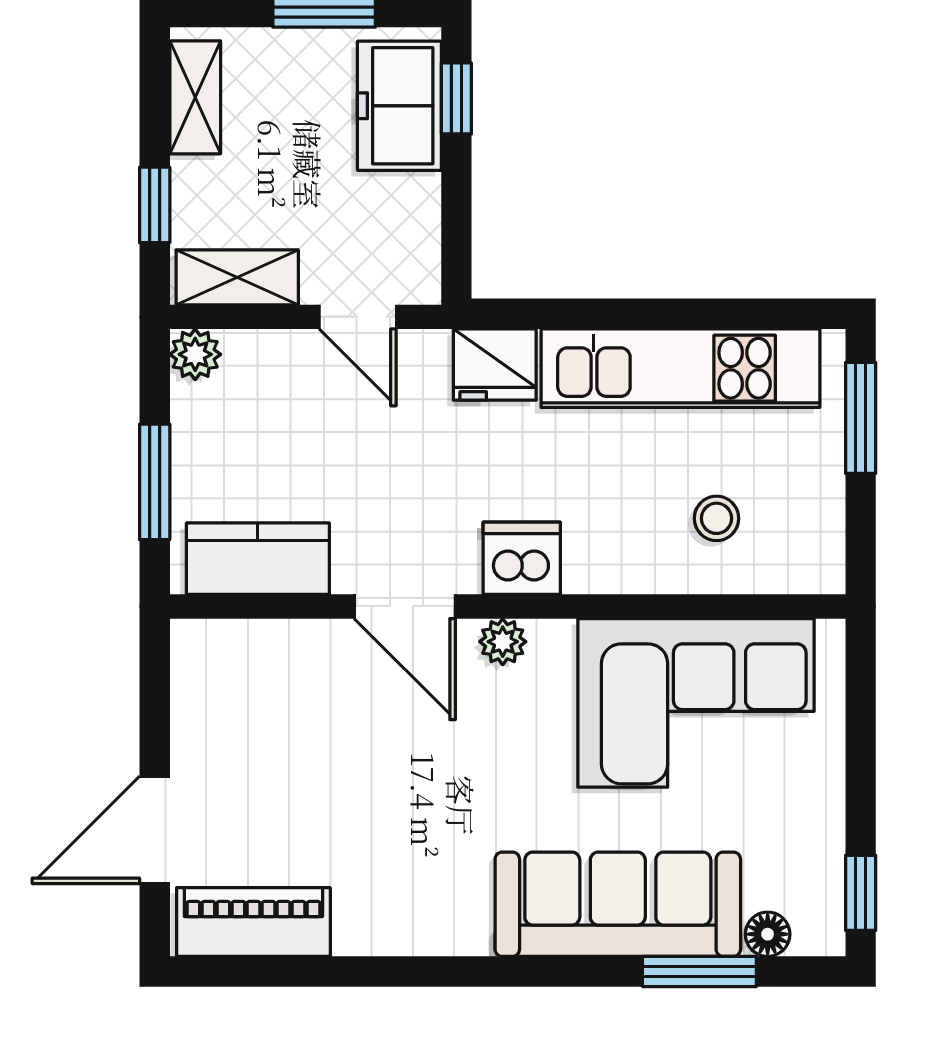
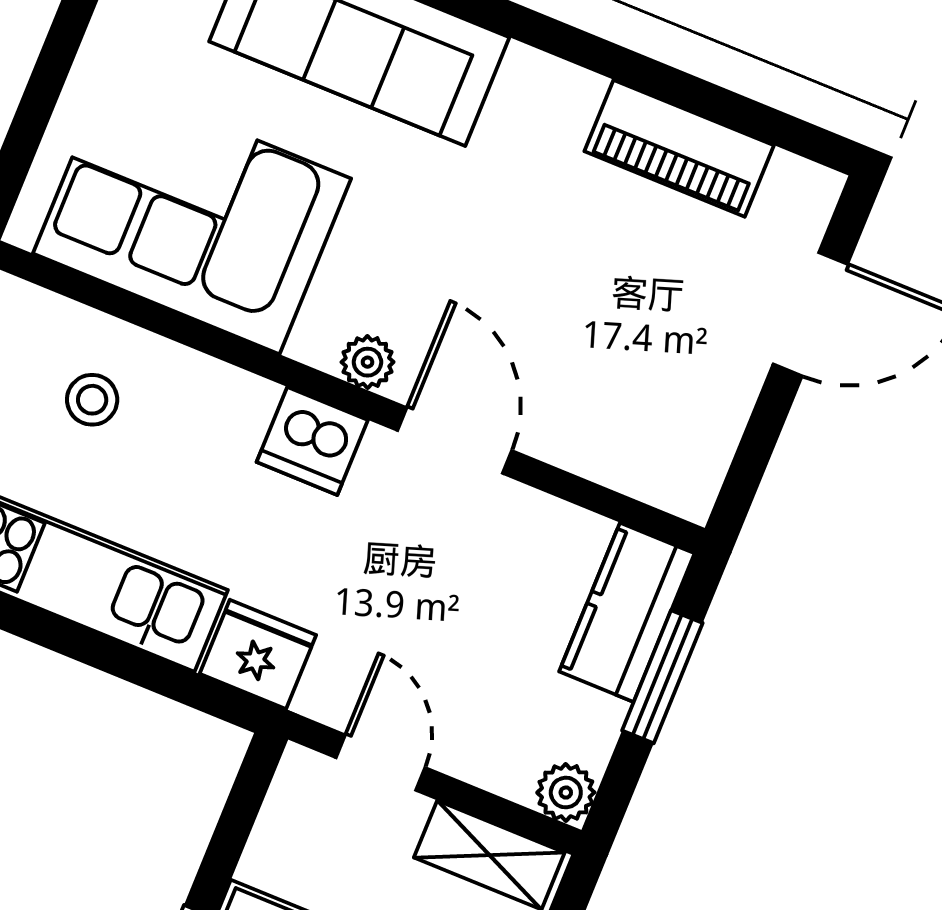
kitchen counter: (258, 559) -> (627, 612), moved, turned 90
piano: (253, 922) -> (679, 148), moved

